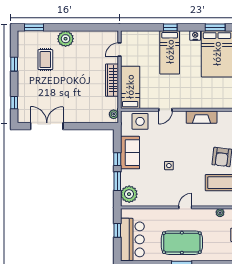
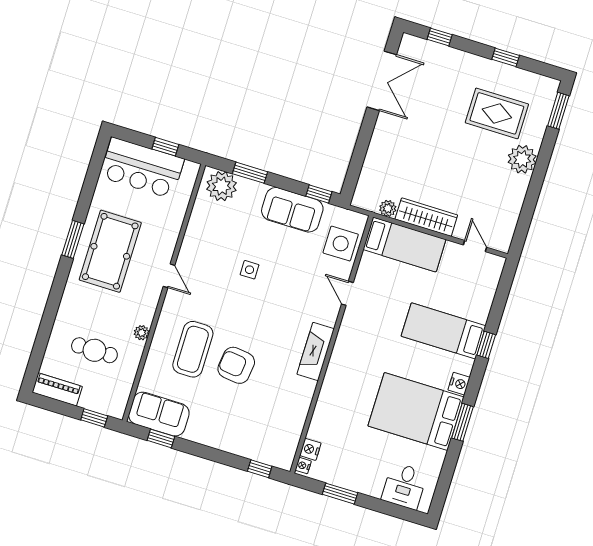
rug: (45, 60) -> (497, 113), width x1.36, depth x1.43
plant: (114, 114) -> (388, 208), moved
window: (117, 159) -> (319, 194), moved

